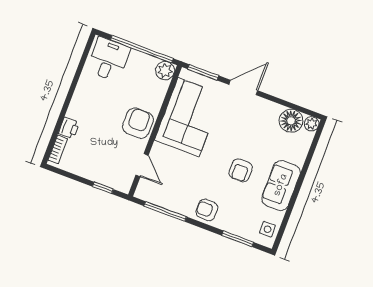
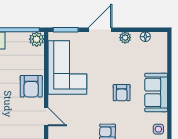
floor lamp: (291, 121) -> (145, 37), width x0.53, depth x0.53
armchair: (138, 123) -> (31, 86), turned 180
plant: (312, 124) -> (125, 38), moved

